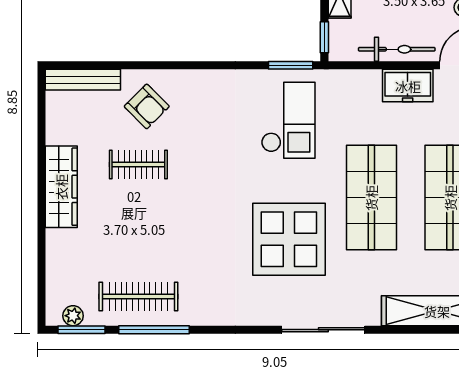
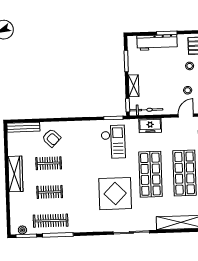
bicycle: (397, 49) -> (146, 110), moved
freezer: (408, 86) -> (150, 126), moved
clothes rail: (138, 231) -> (50, 192), added

